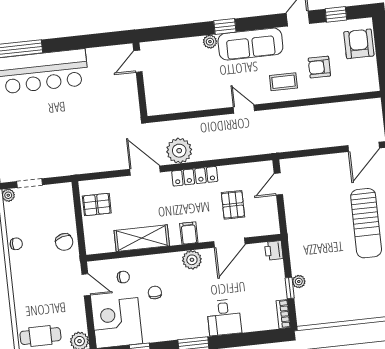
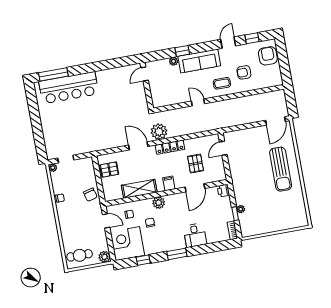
door: (138, 61) -> (145, 74), moved
wall: (140, 80) -> (147, 86), moved
plant: (192, 260) -> (159, 203), moved

